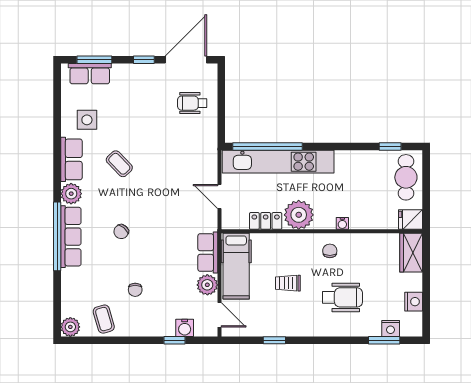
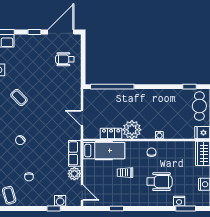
kitchen unit: (278, 162) -> (119, 96), removed
hospital bed: (236, 266) -> (104, 151), moved, turned -90
nightstand: (391, 328) -> (179, 201), moved

